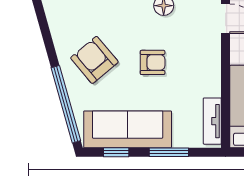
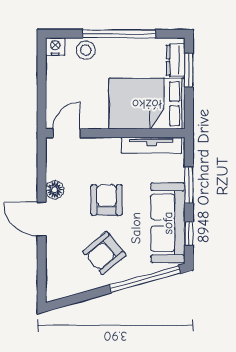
armchair: (153, 62) -> (107, 200), width x1.38, depth x1.38
tv unit: (212, 121) -> (152, 145), width x1.41

